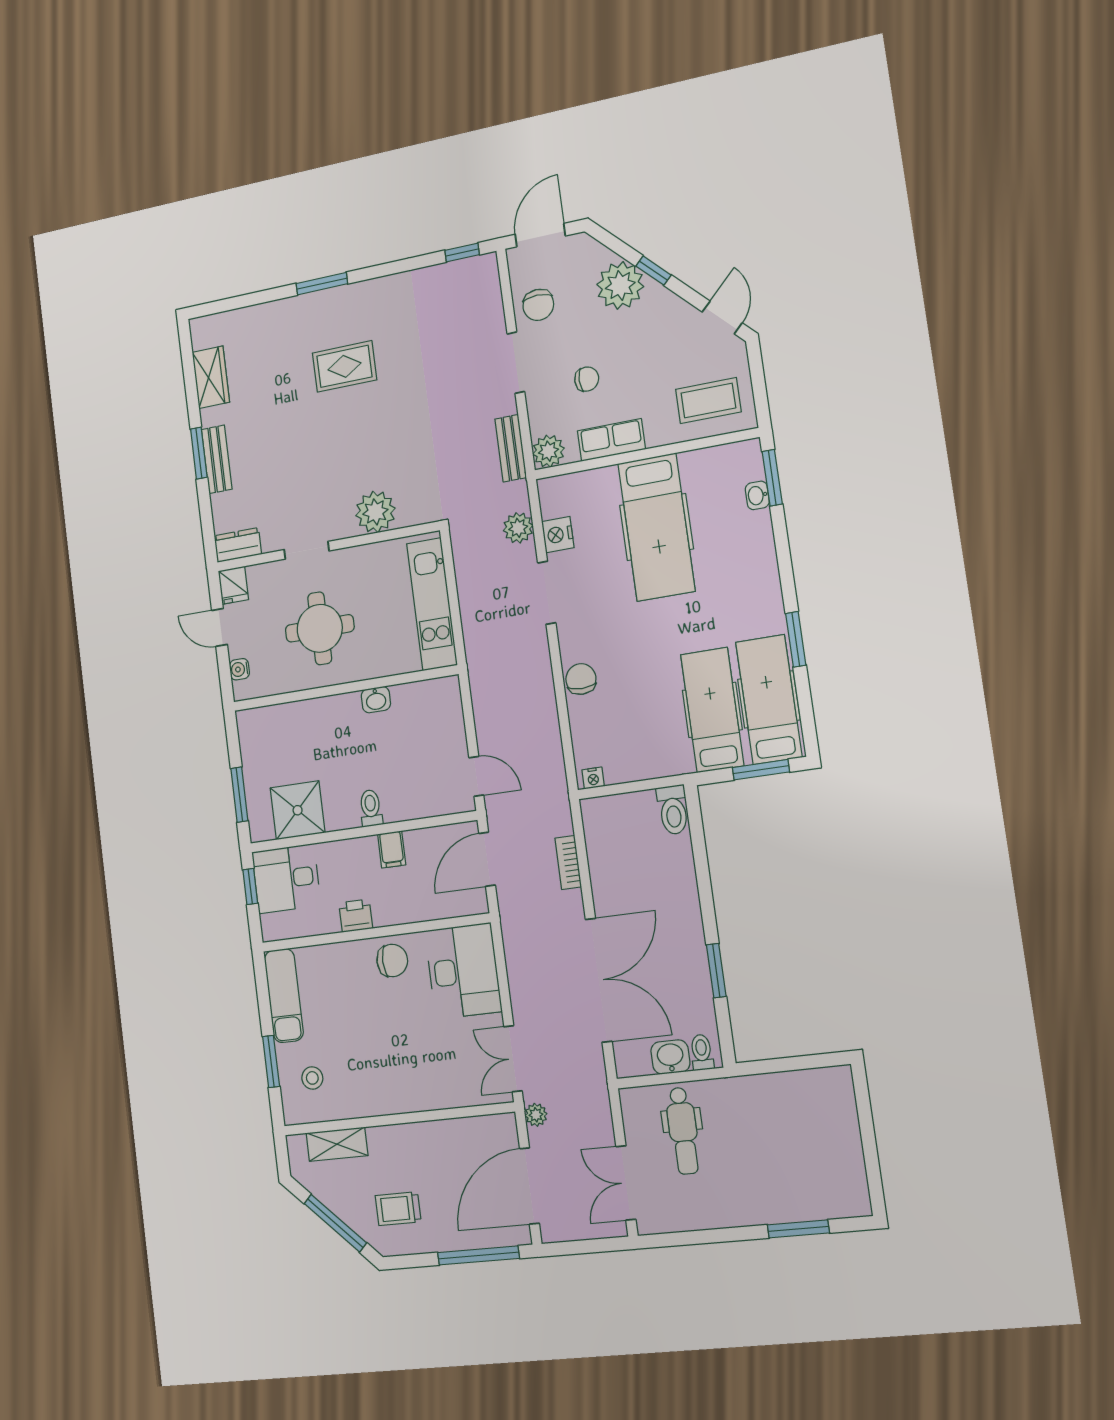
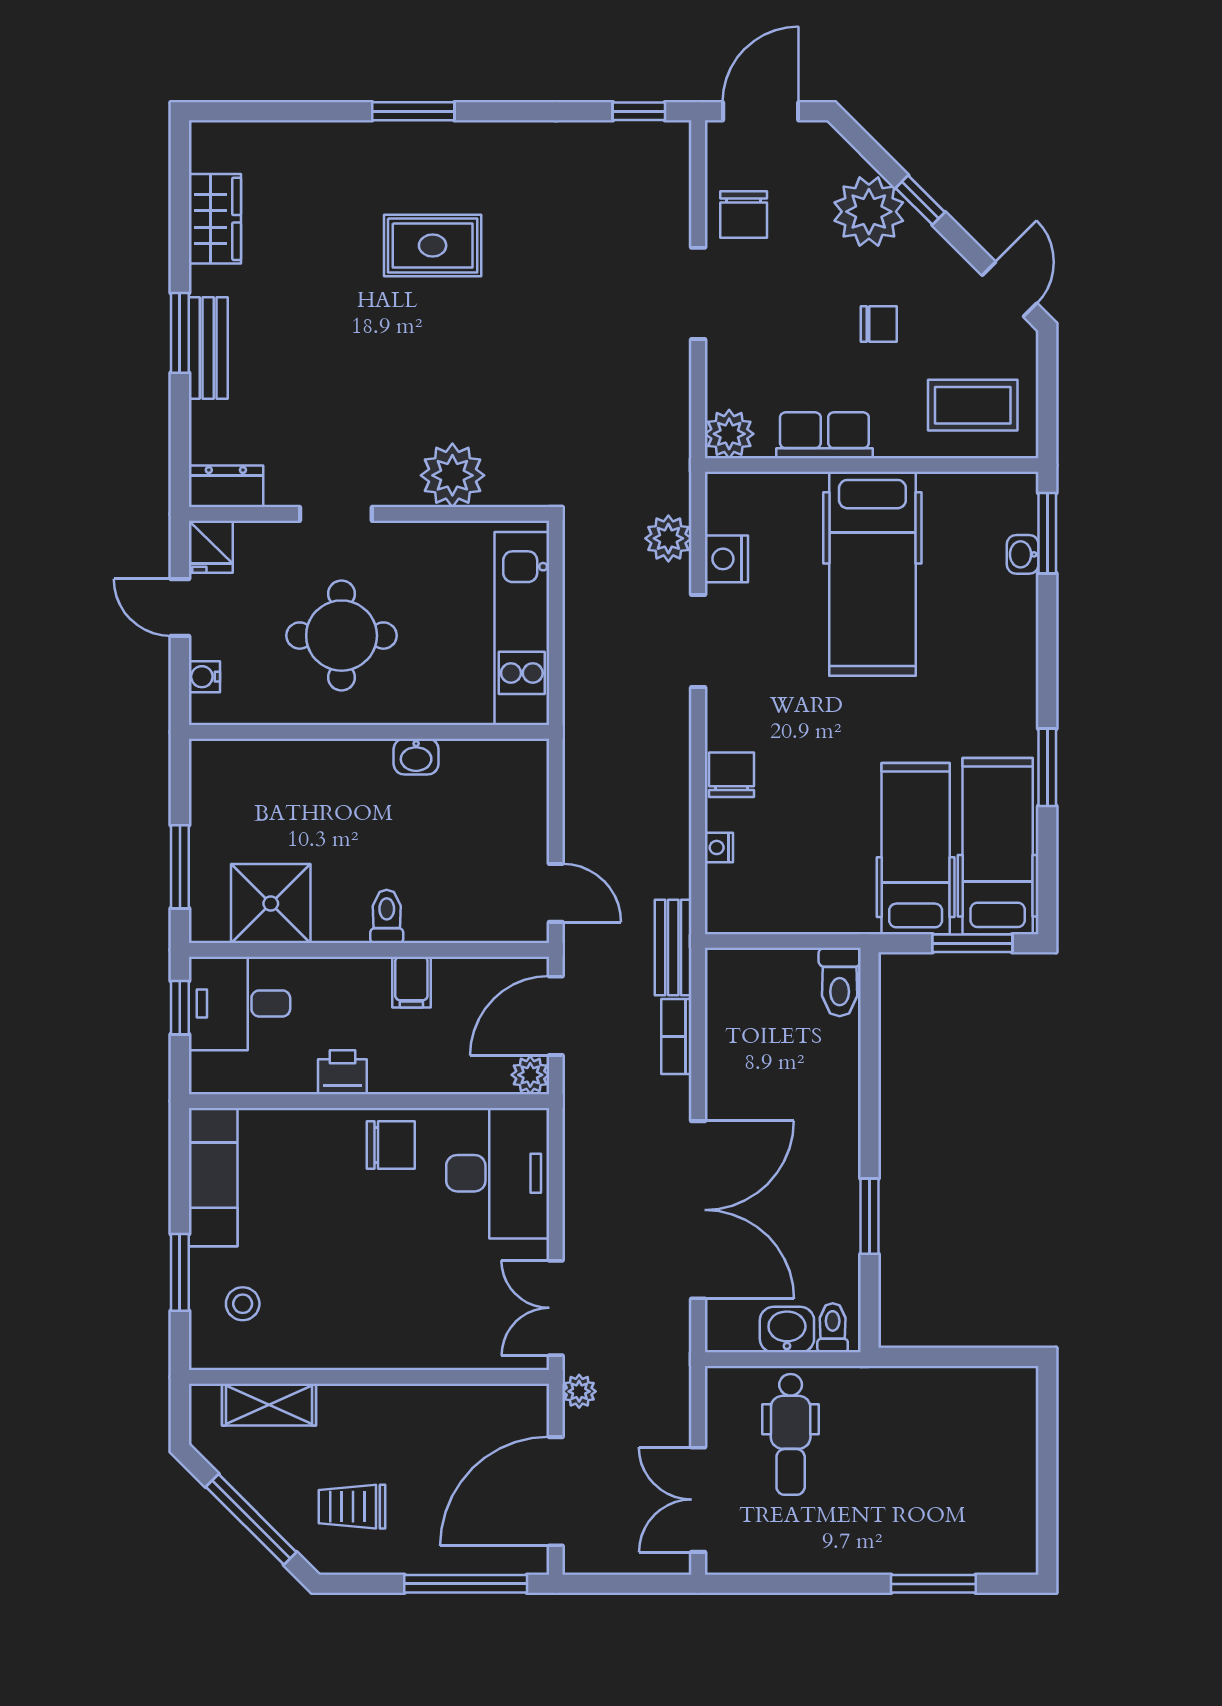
chair: (587, 379) -> (879, 324), moved
bench: (511, 448) -> (673, 947), moved
nightstand: (593, 778) -> (719, 847), moved, turned 90
plant: (476, 902) -> (530, 1075), added

